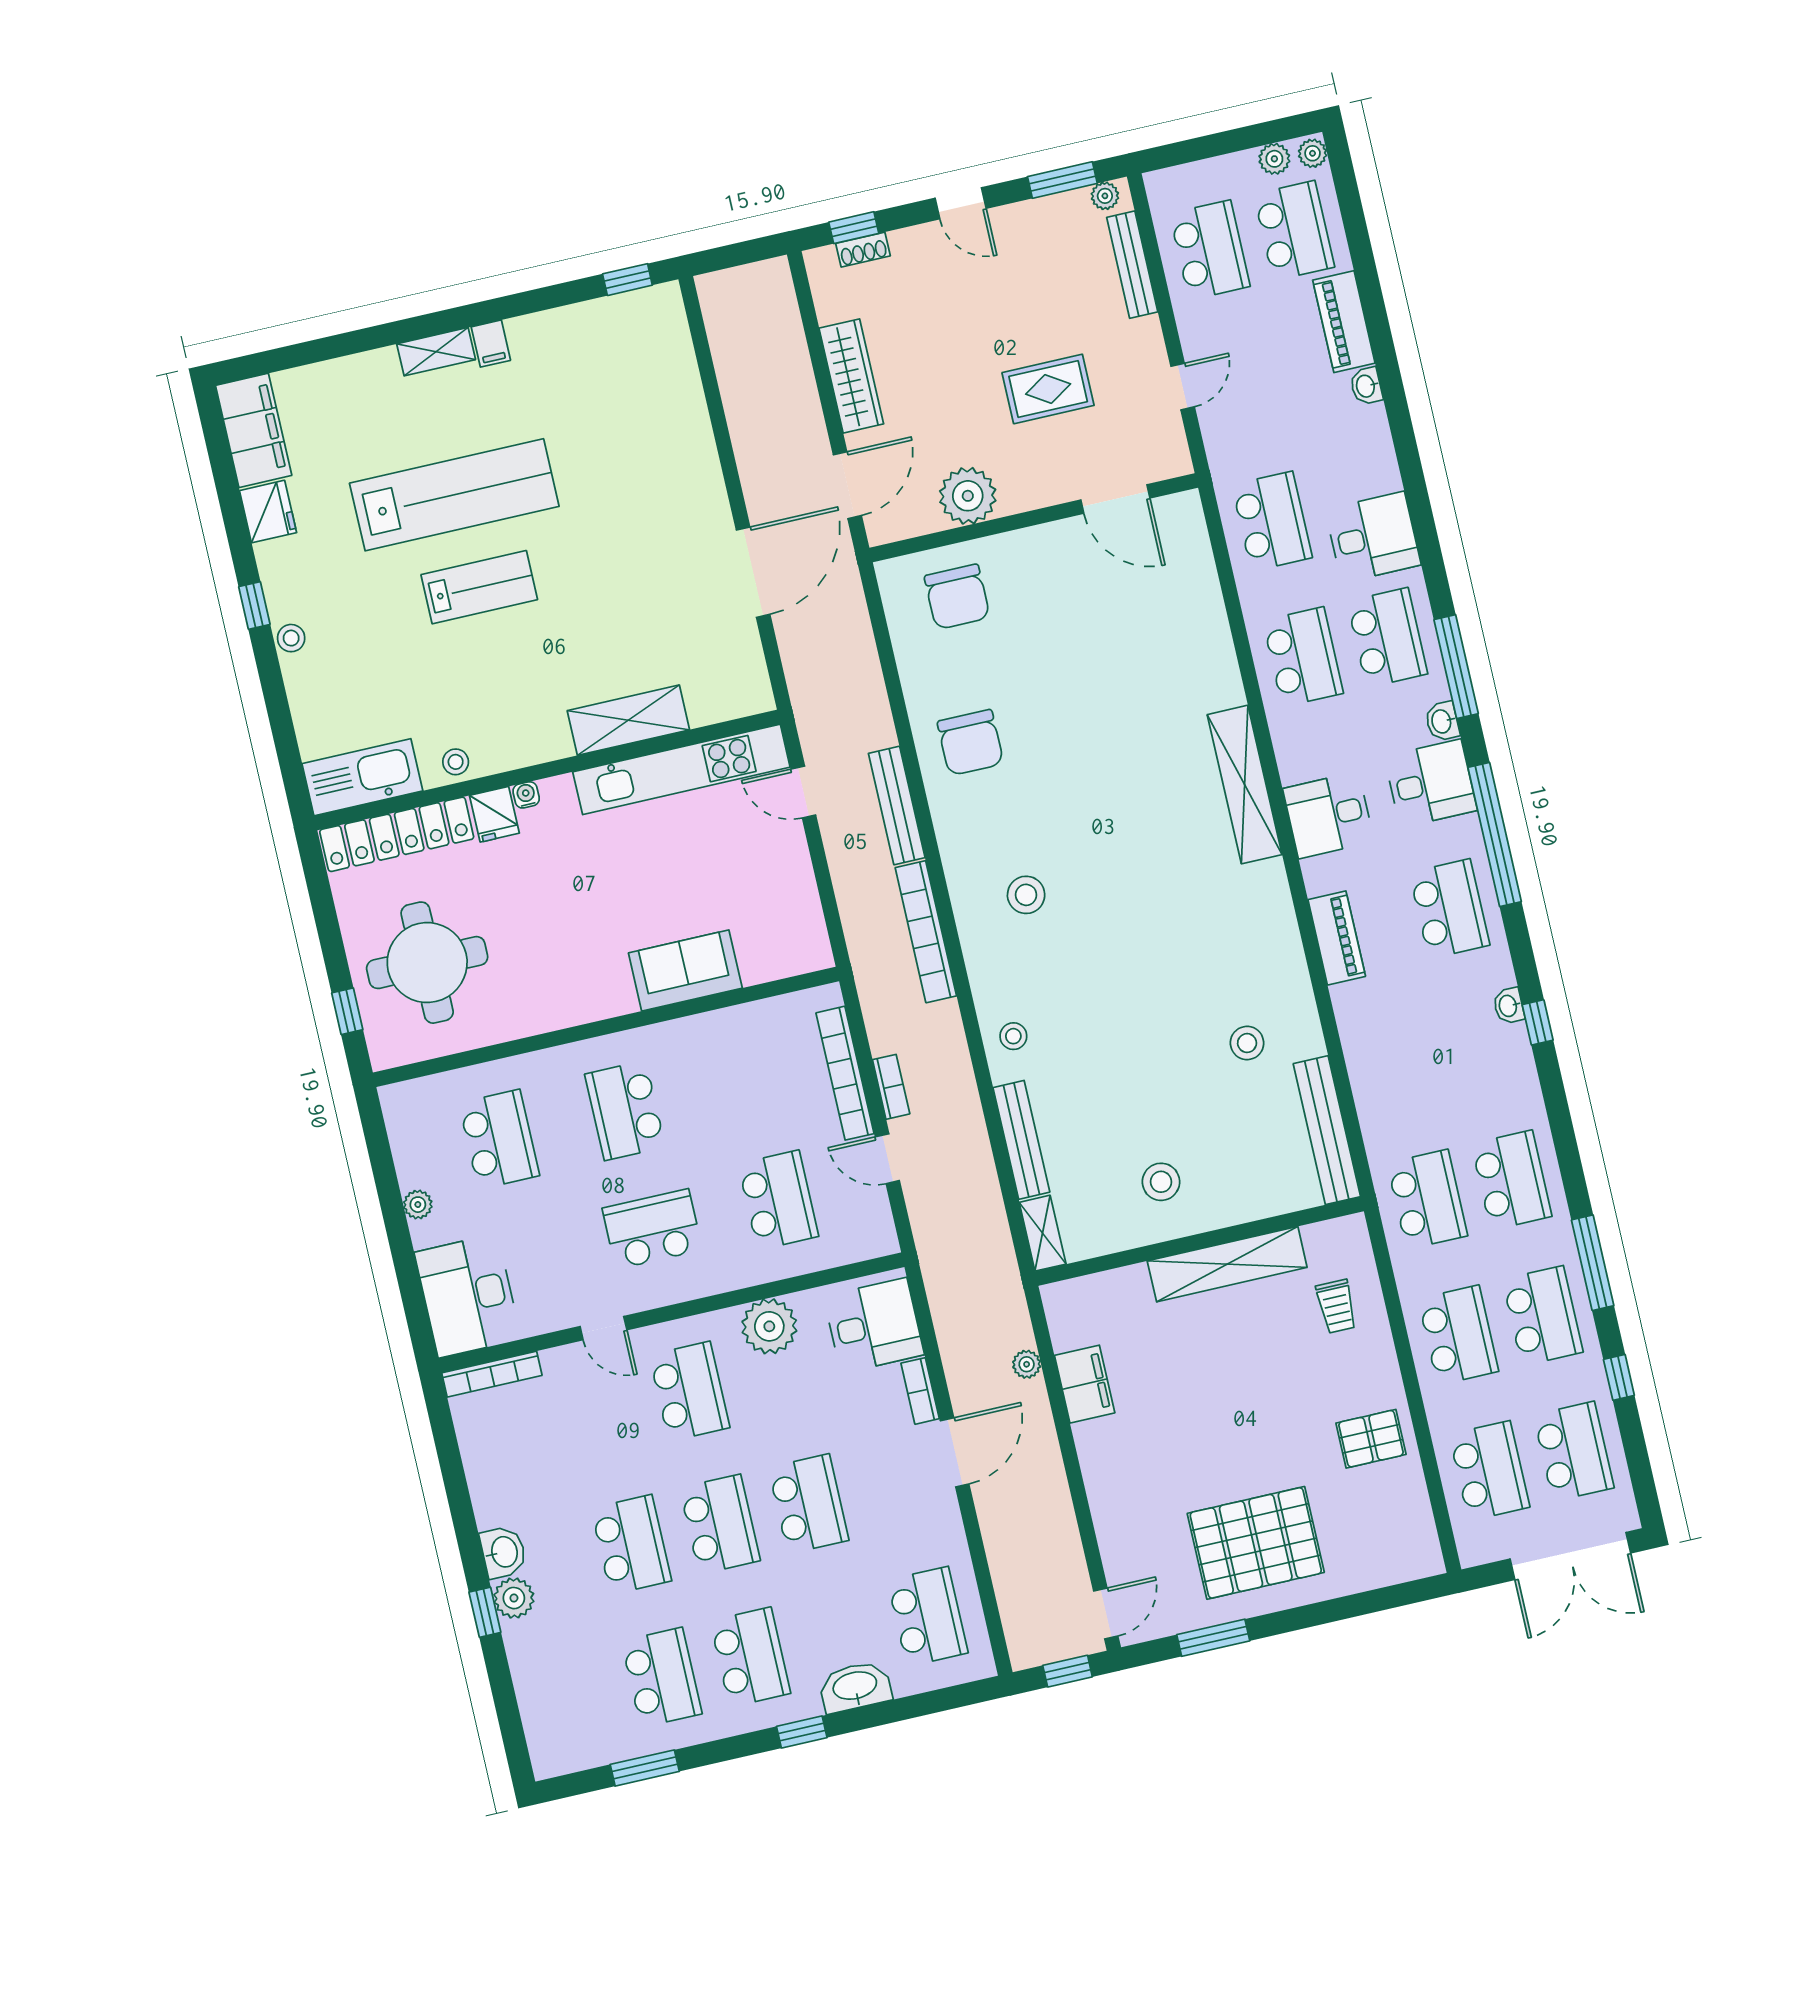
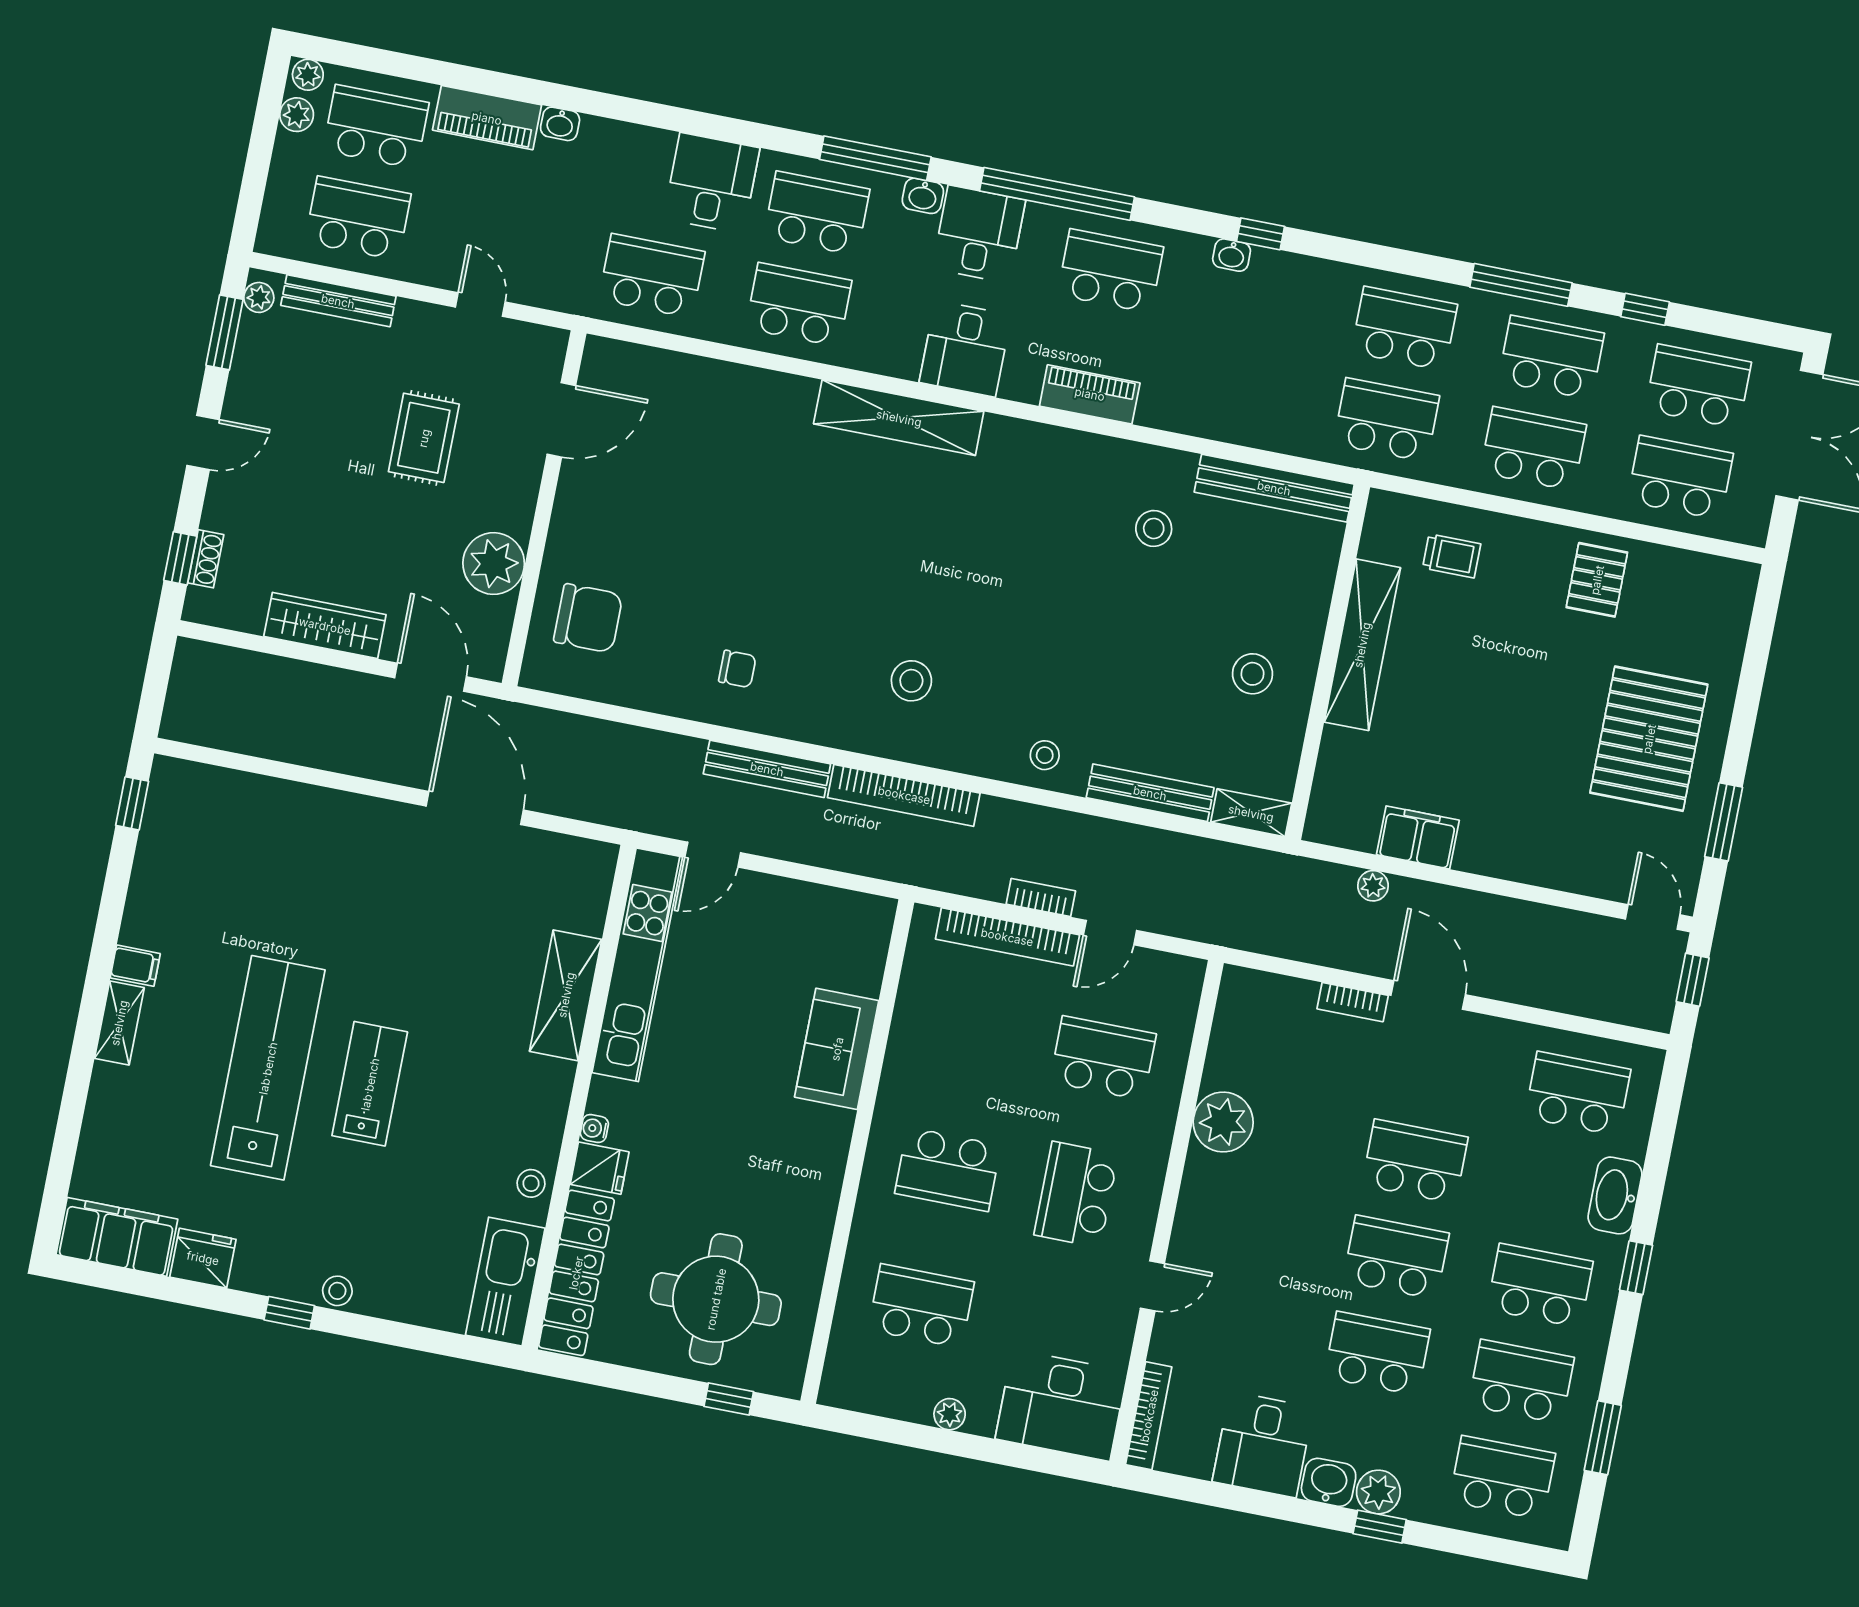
chair: (970, 743) -> (737, 669), width x0.54, depth x0.54
desk: (874, 1325) -> (1263, 1444), moved, turned 180
school desk: (689, 1391) -> (1502, 1478), moved

